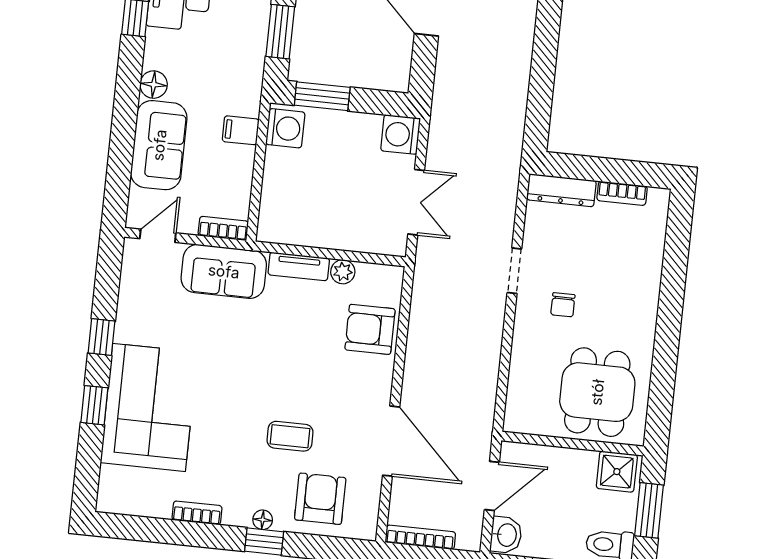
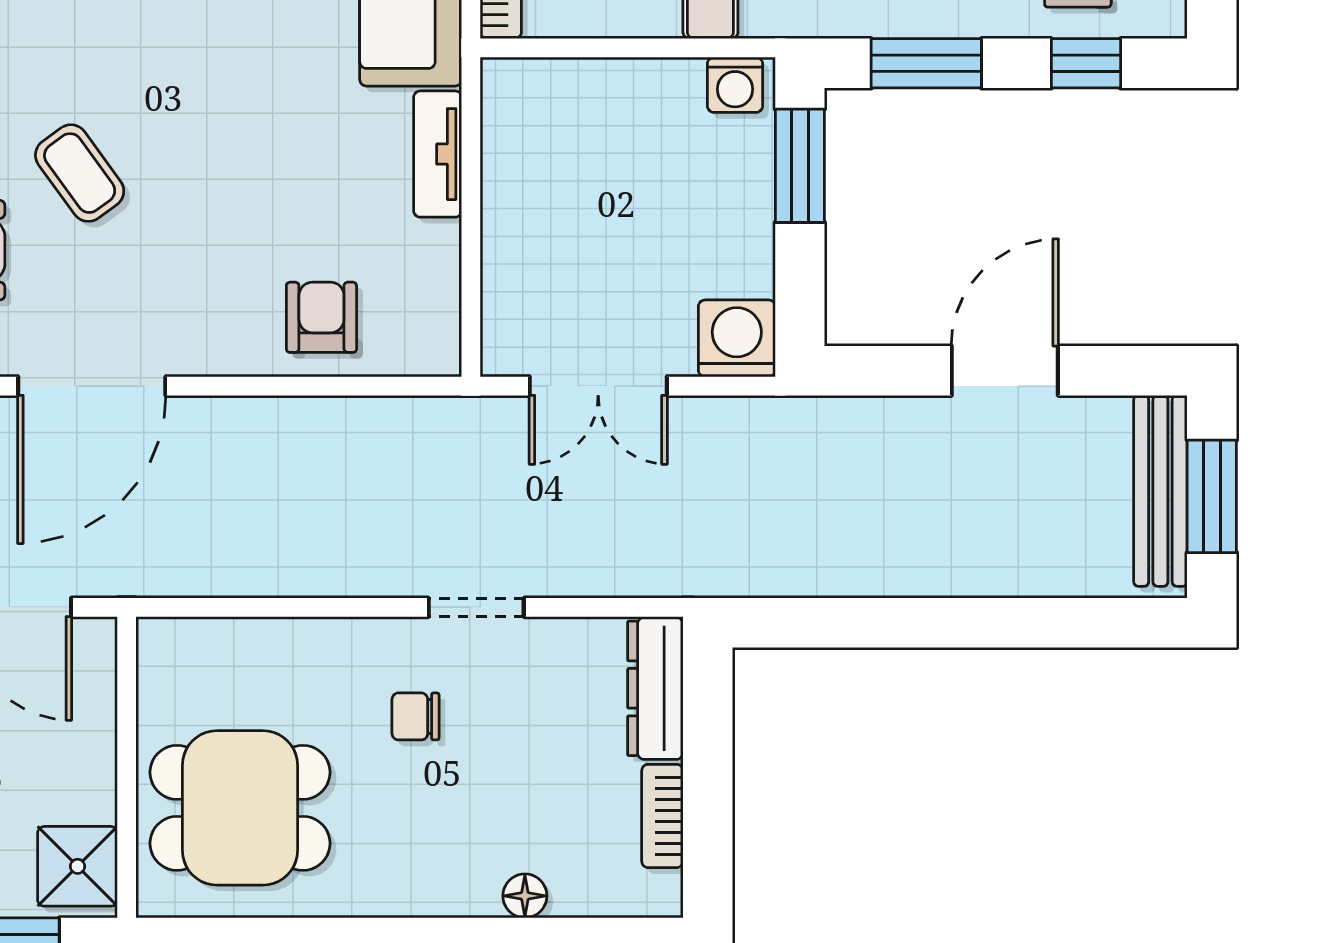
washing machine: (285, 128) -> (735, 85), width x0.73, depth x0.73
floor lamp: (653, 262) -> (525, 896), added
plant: (343, 272) -> (436, 248), removed
armchair: (370, 329) -> (321, 317), width x0.72, depth x0.72
coffee table: (290, 436) -> (80, 173), turned -36

